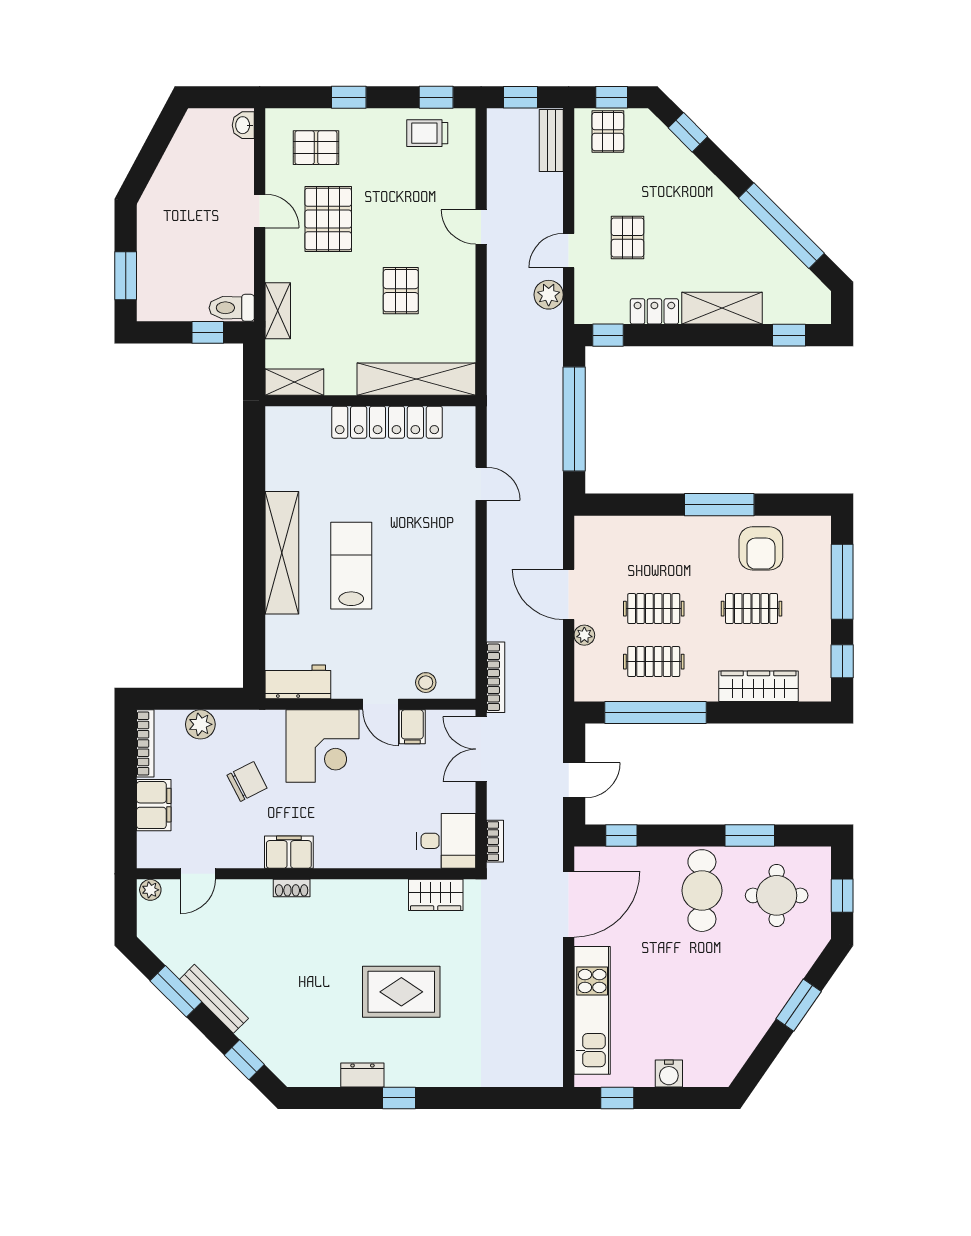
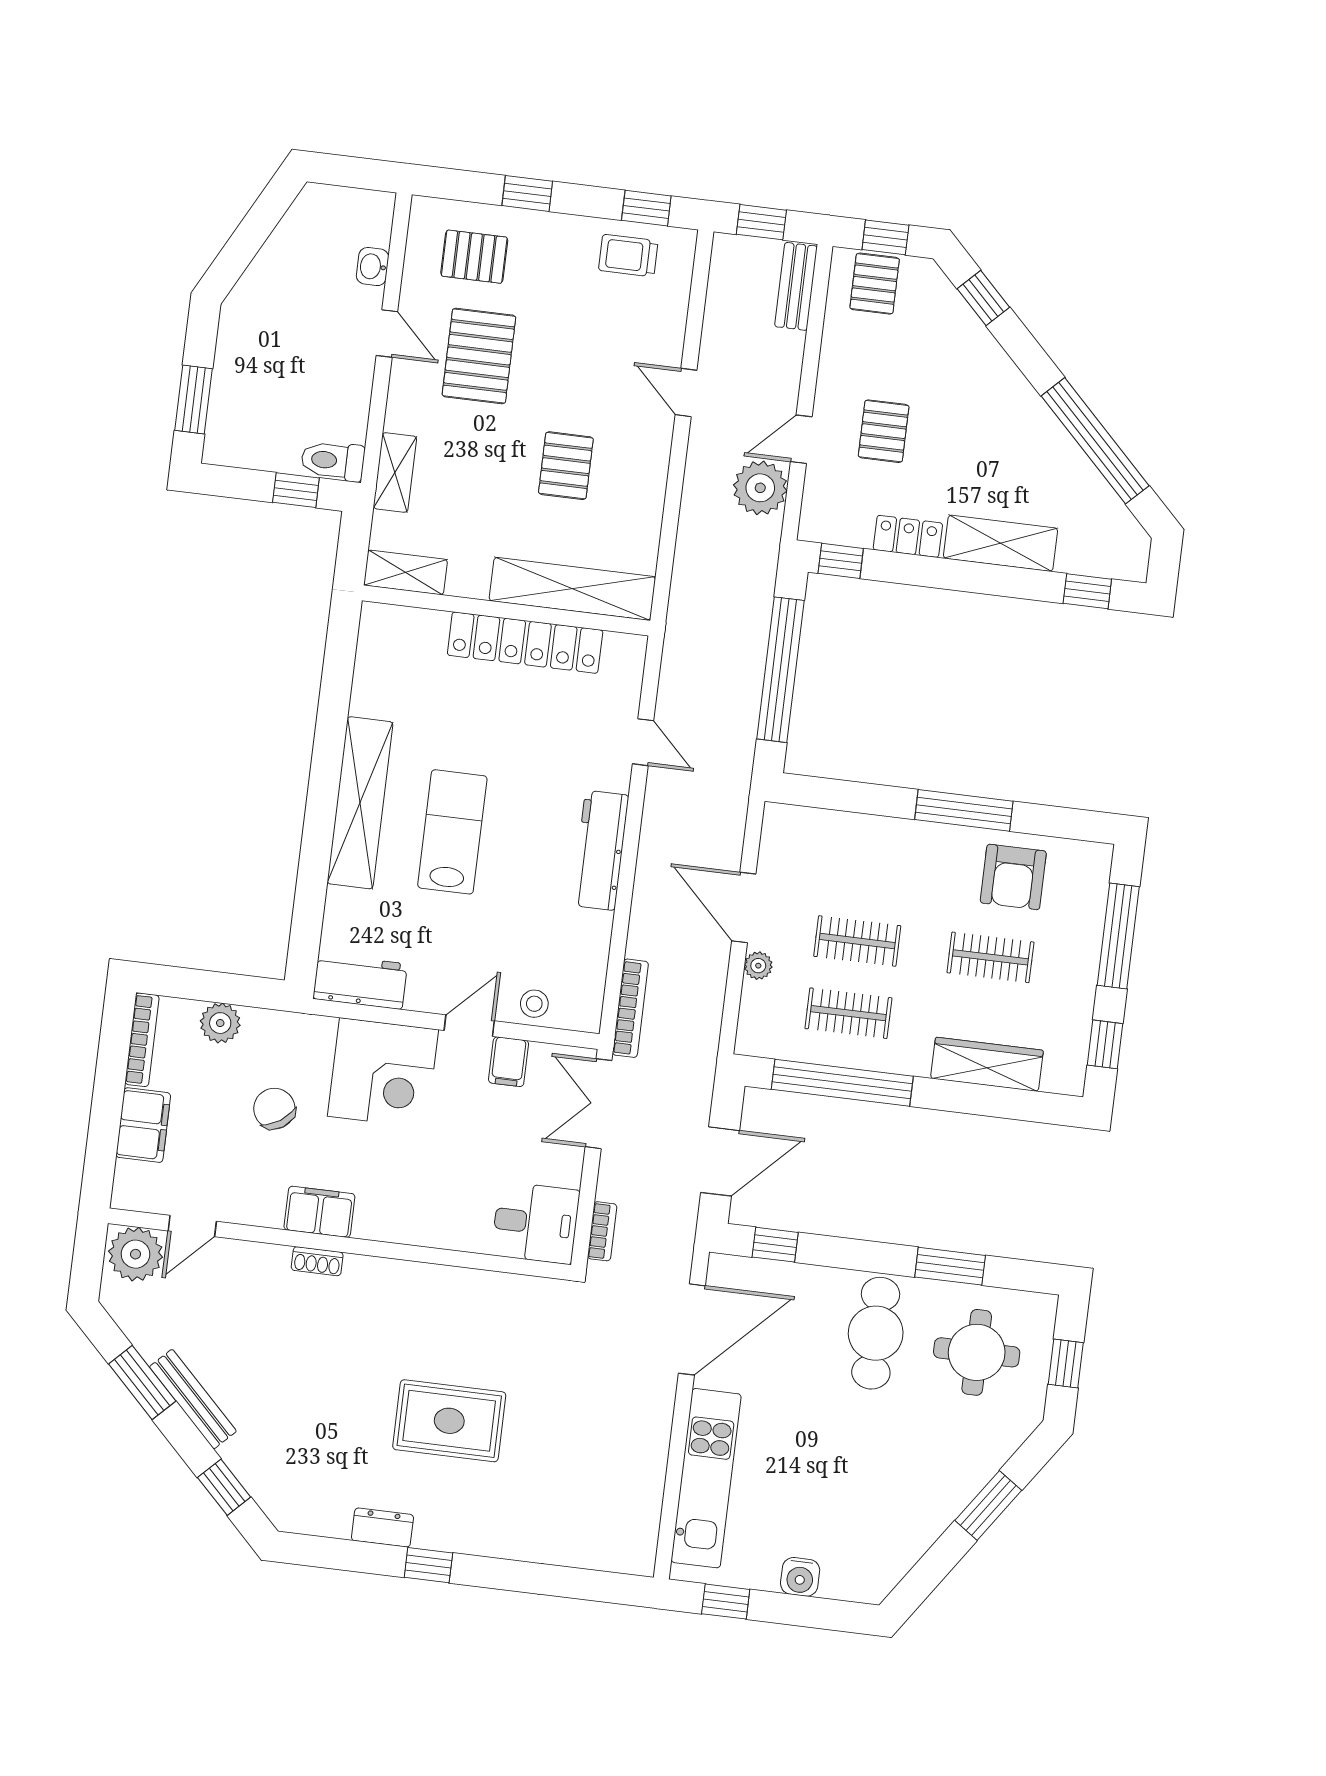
washbasin: (243, 125) -> (373, 267), moved
plant: (549, 295) -> (760, 488), width x1.36, depth x1.36
workbench: (460, 566) -> (600, 850), added
door: (381, 704) -> (469, 1026), swing flipped
door: (574, 780) -> (720, 1161), width x1.38
chair: (247, 782) -> (274, 1109), turned -97
plant: (150, 890) -> (136, 1254), width x1.87, depth x1.87
wardrobe: (436, 895) -> (512, 1295), removed

